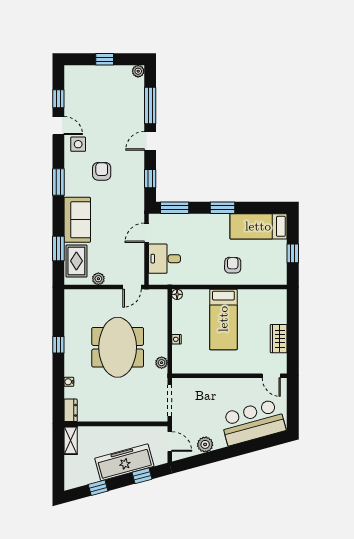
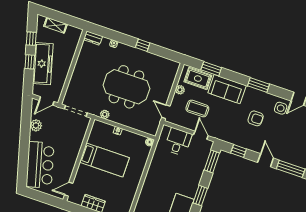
coffee table: (114, 249) -> (197, 108), added
armchair: (233, 265) -> (157, 189), removed
bed: (223, 319) -> (105, 160), moved, turned 180
shelving: (71, 440) -> (56, 25), moved
window: (142, 476) -> (30, 62), moved

